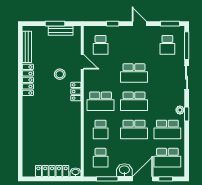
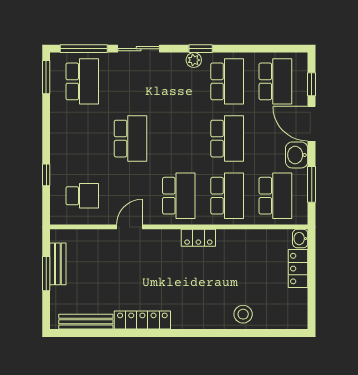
door: (139, 24) -> (46, 130), removed
school desk: (167, 45) -> (82, 81), width x1.85
door: (82, 62) -> (129, 227), moved
stool: (60, 74) -> (243, 314), moved
locker: (76, 91) -> (198, 238), moved
school desk: (134, 101) -> (179, 139), removed
school desk: (101, 129) -> (227, 196), width x1.85
school desk: (101, 158) -> (275, 196), width x1.85
locker: (52, 171) -> (298, 269), width x0.66

